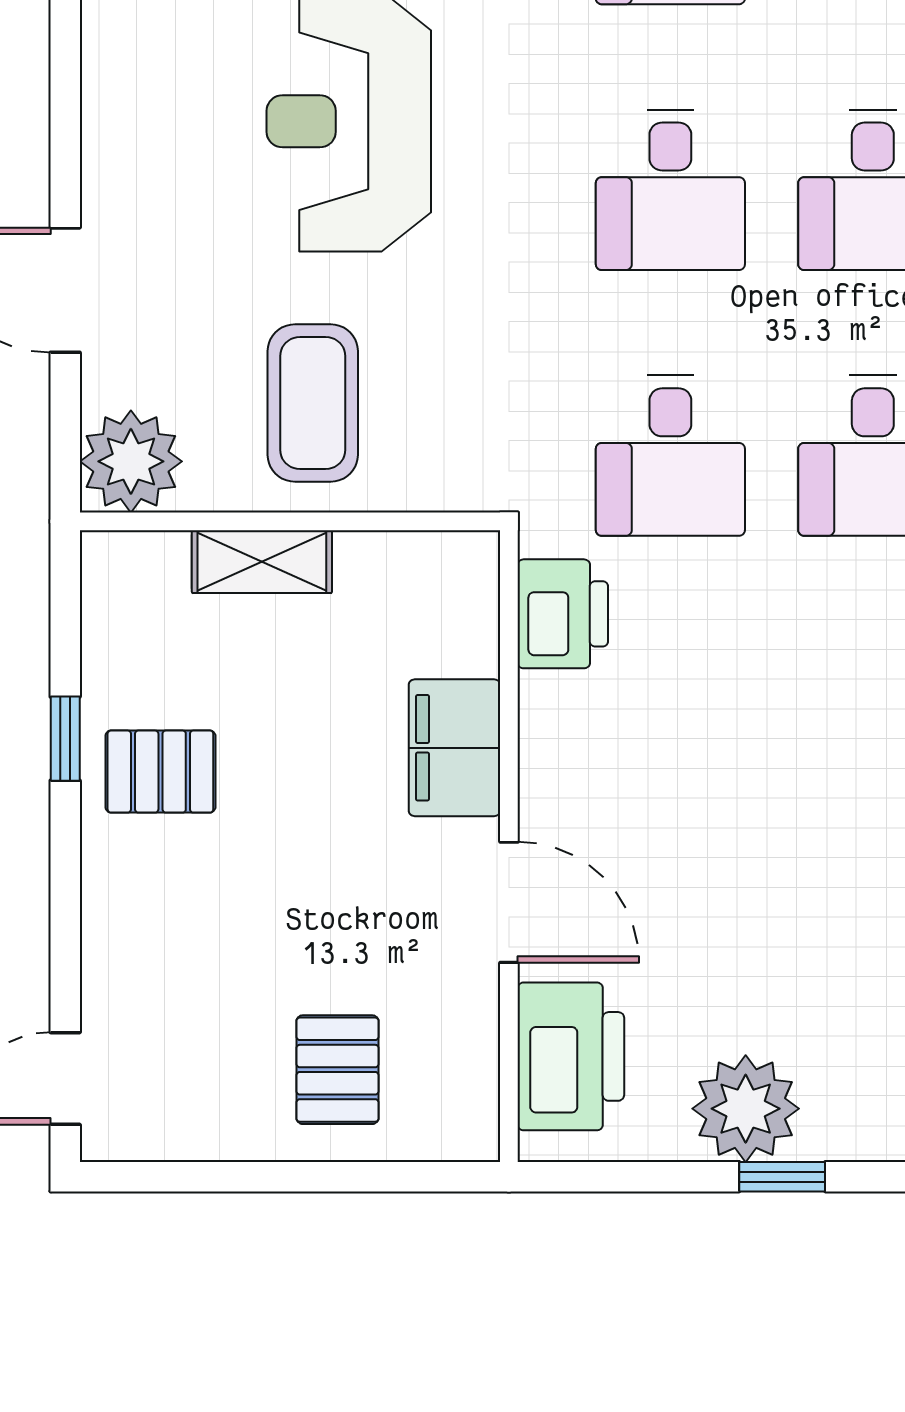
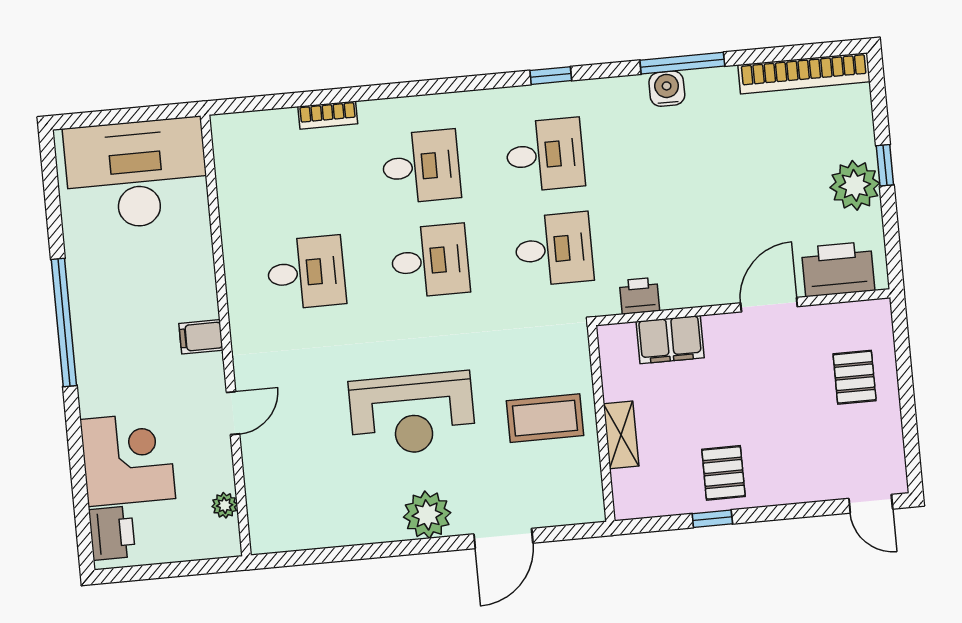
plant: (131, 461) -> (427, 515), moved
printer: (563, 614) -> (639, 296), width x0.73, depth x0.81
filing cabinet: (454, 748) -> (670, 340), moved
pallet: (338, 1070) -> (855, 377), turned 90

